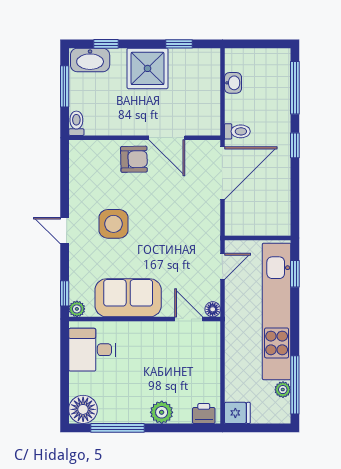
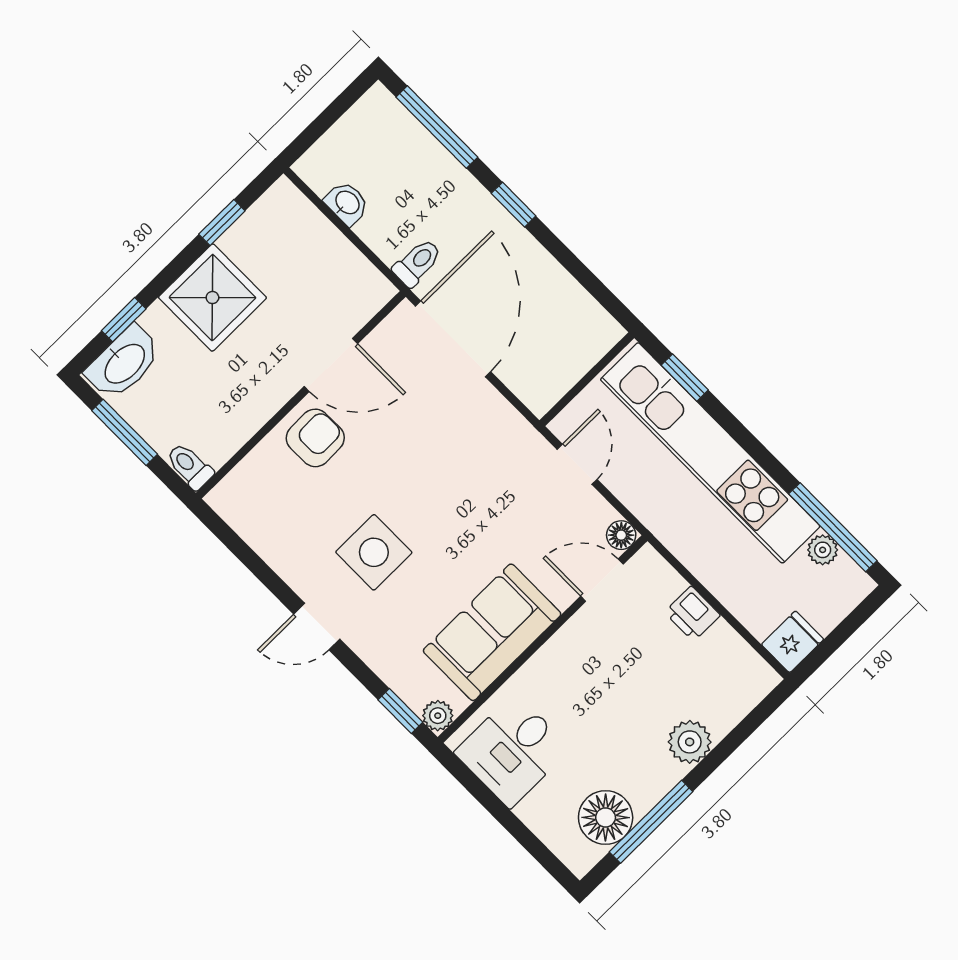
floor lamp: (83, 409) -> (606, 817), moved
printer: (204, 413) -> (692, 614), moved, turned -90

